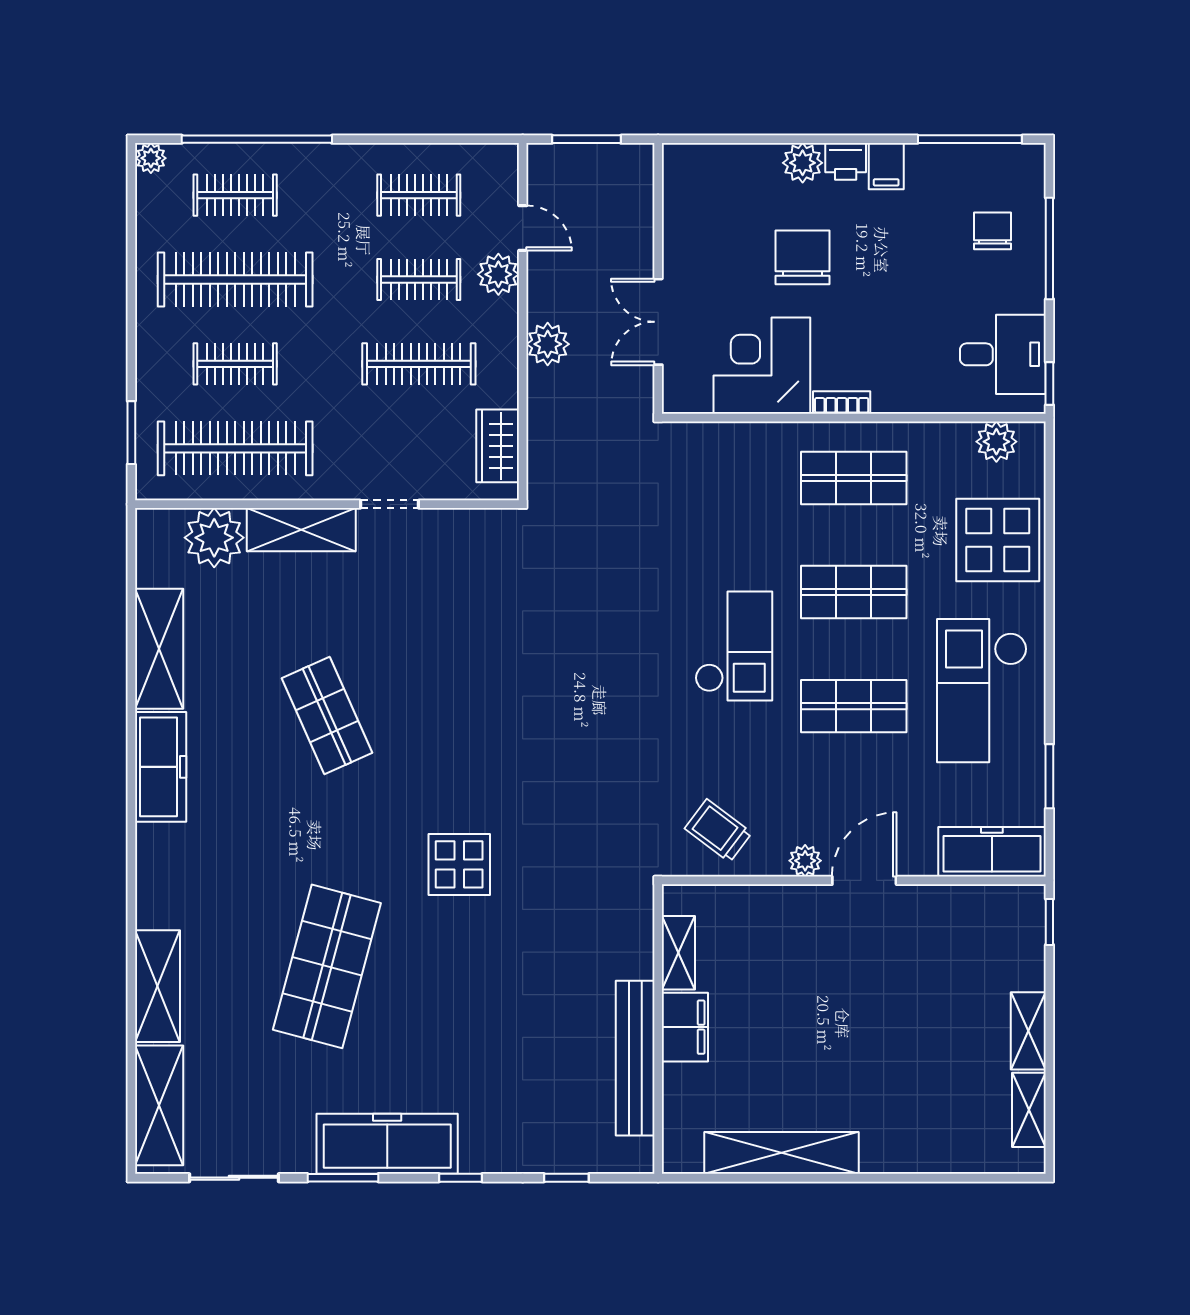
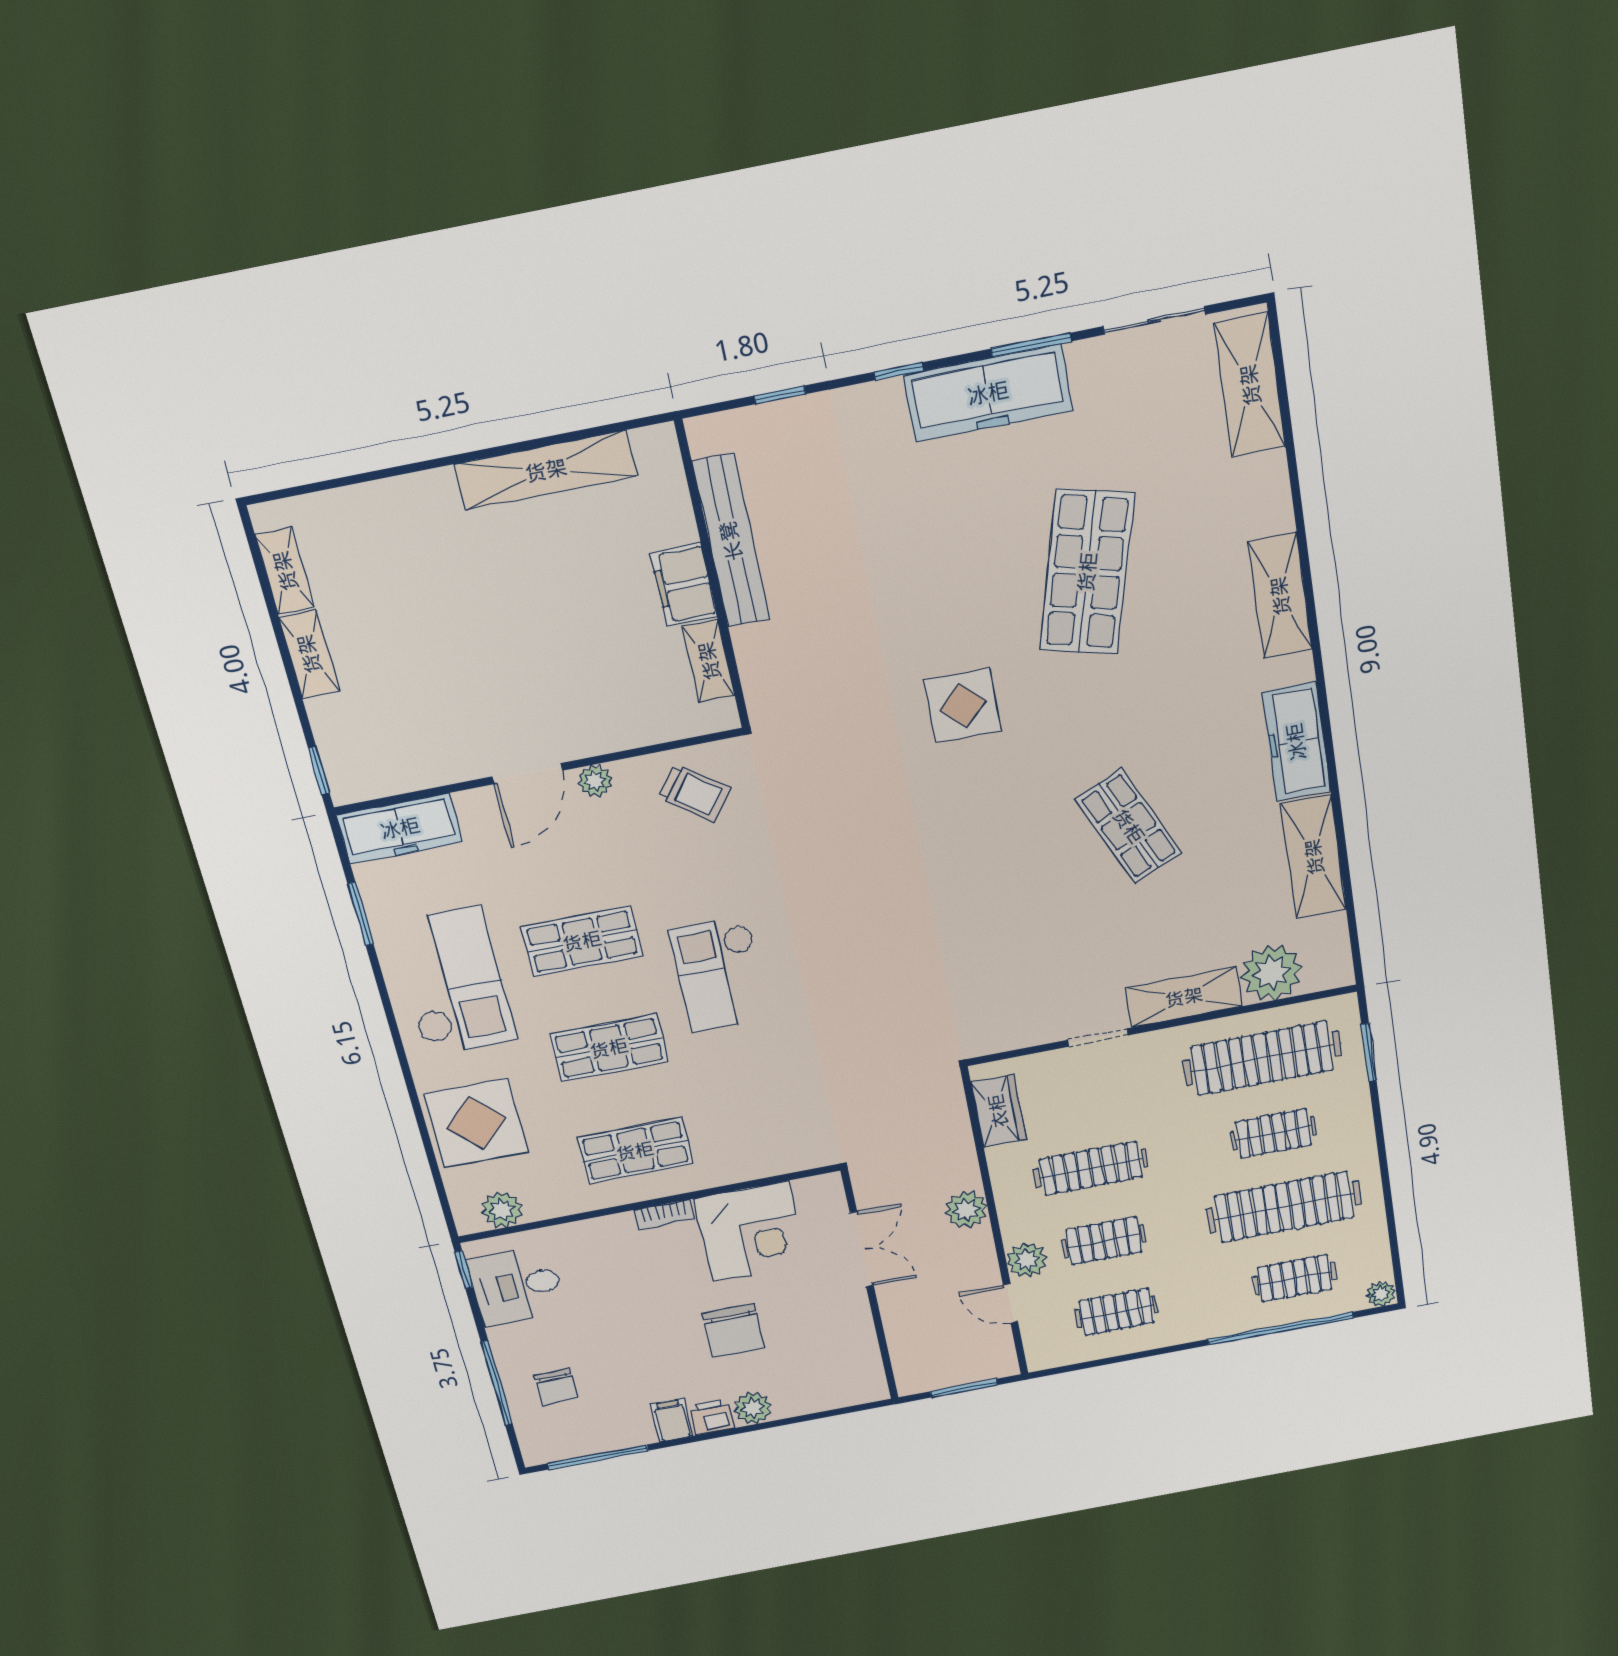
shelving: (158, 986) -> (1280, 596), moved

